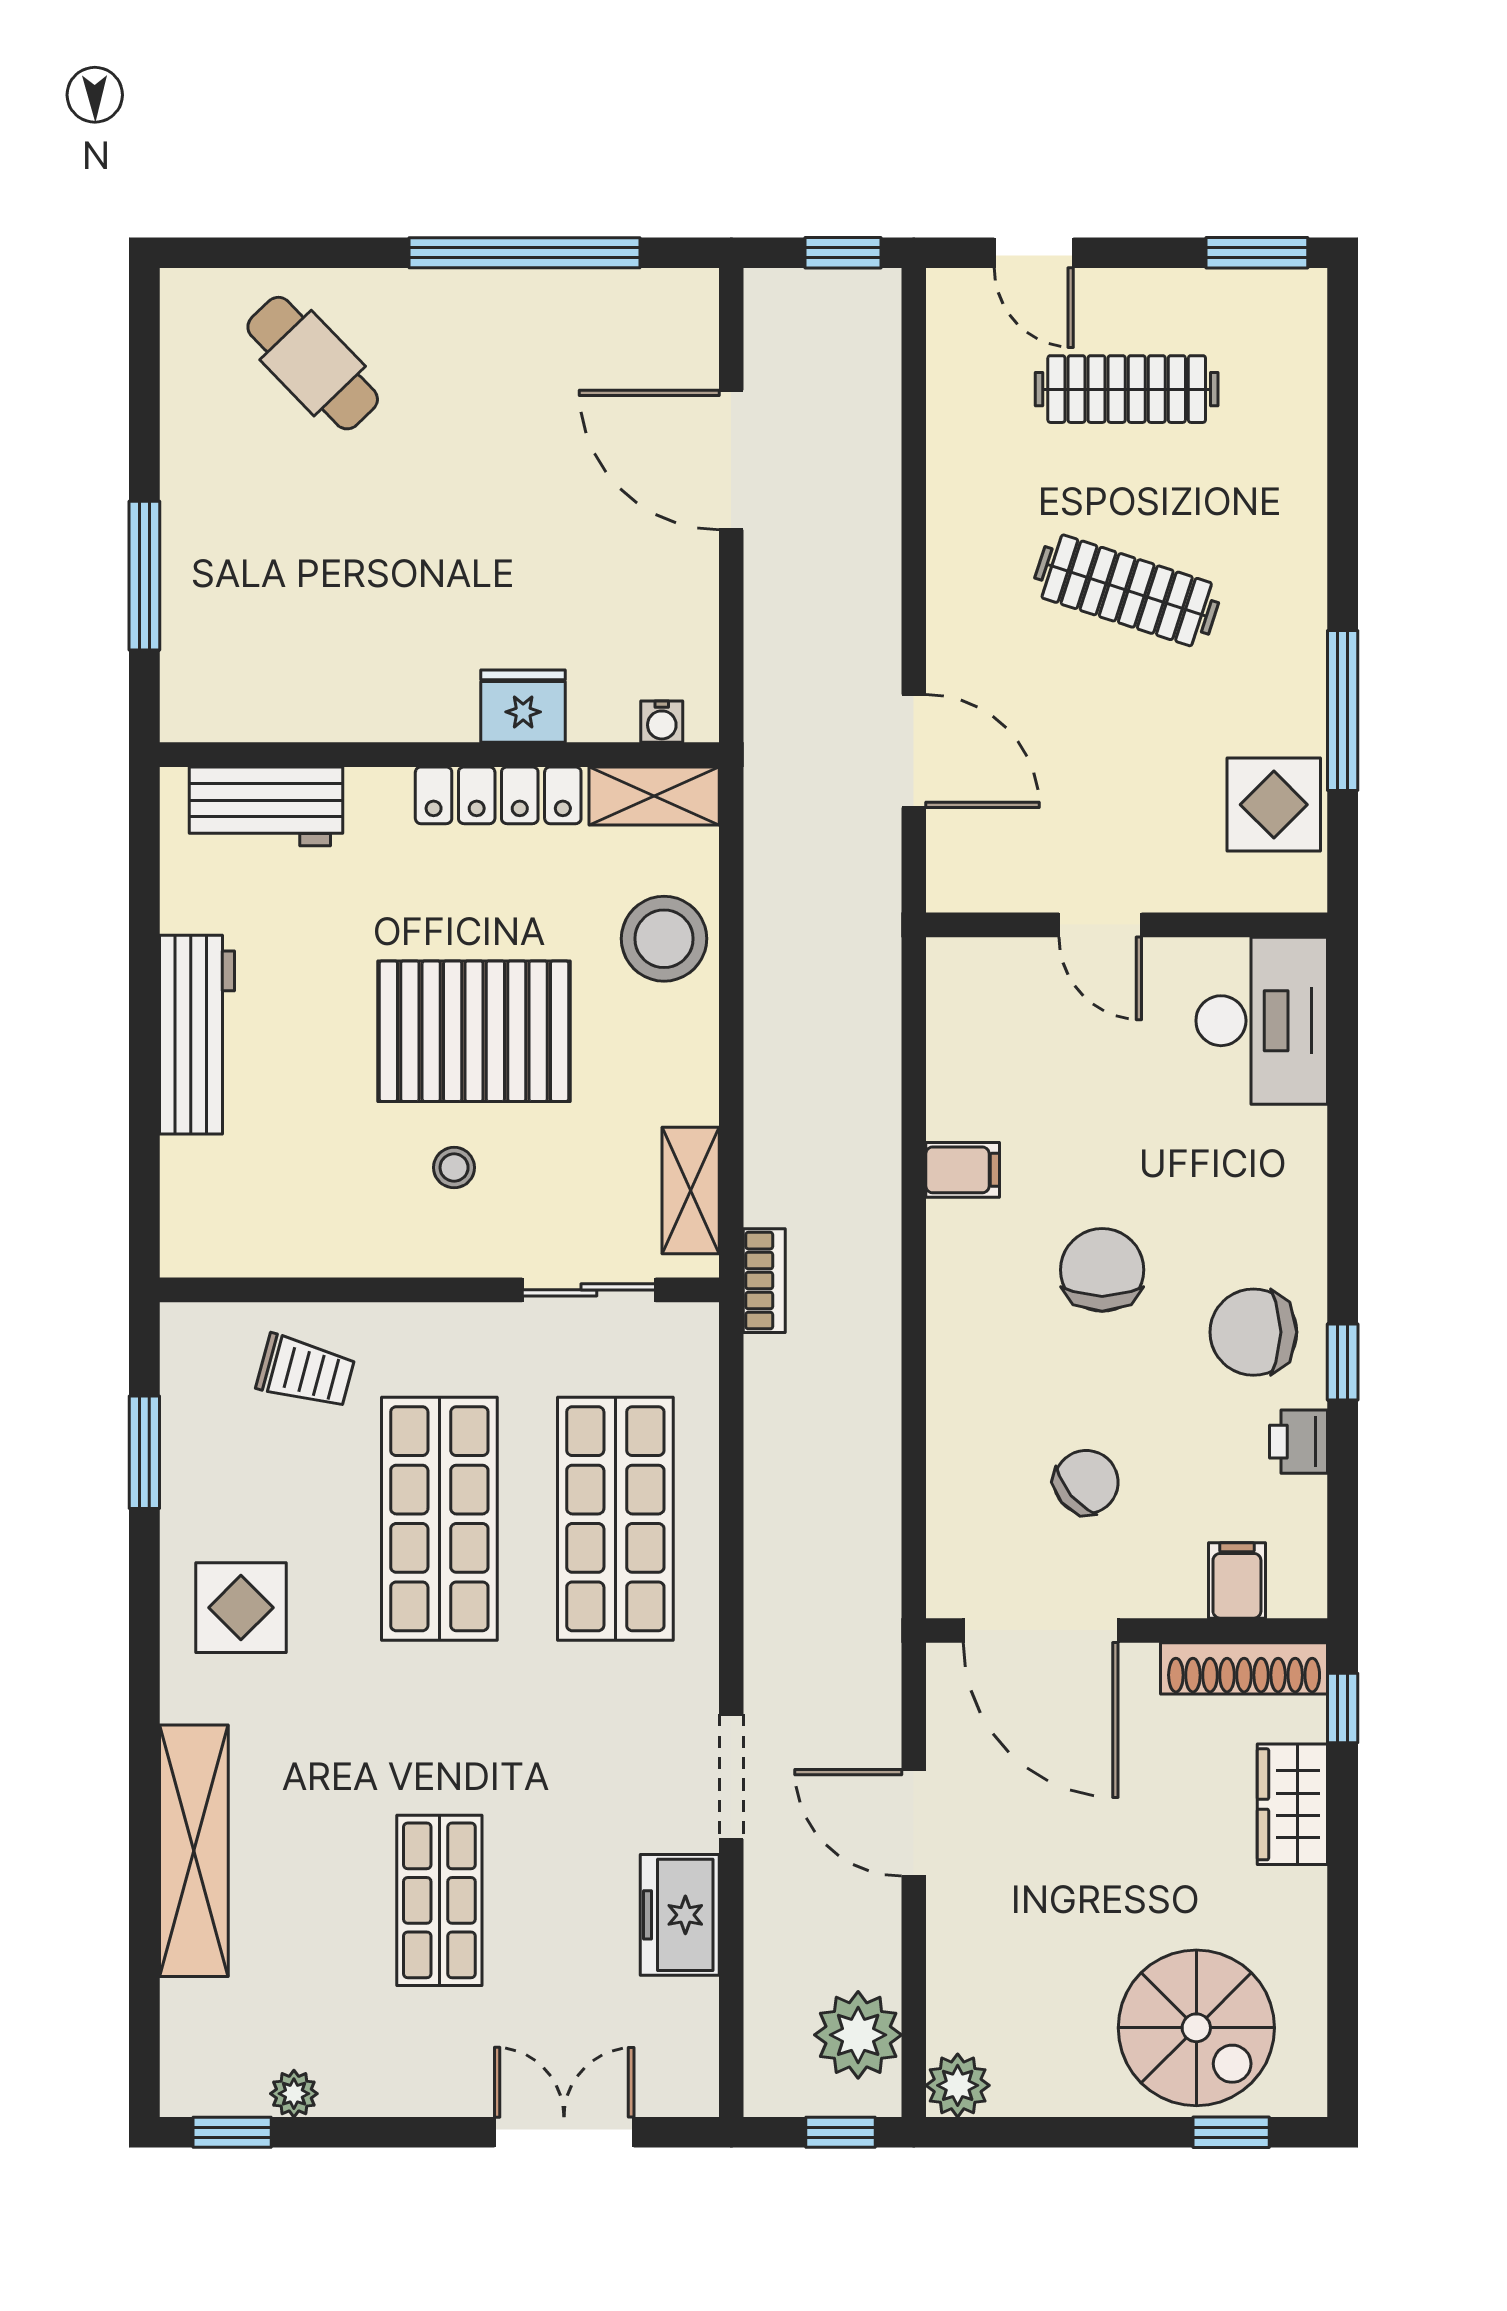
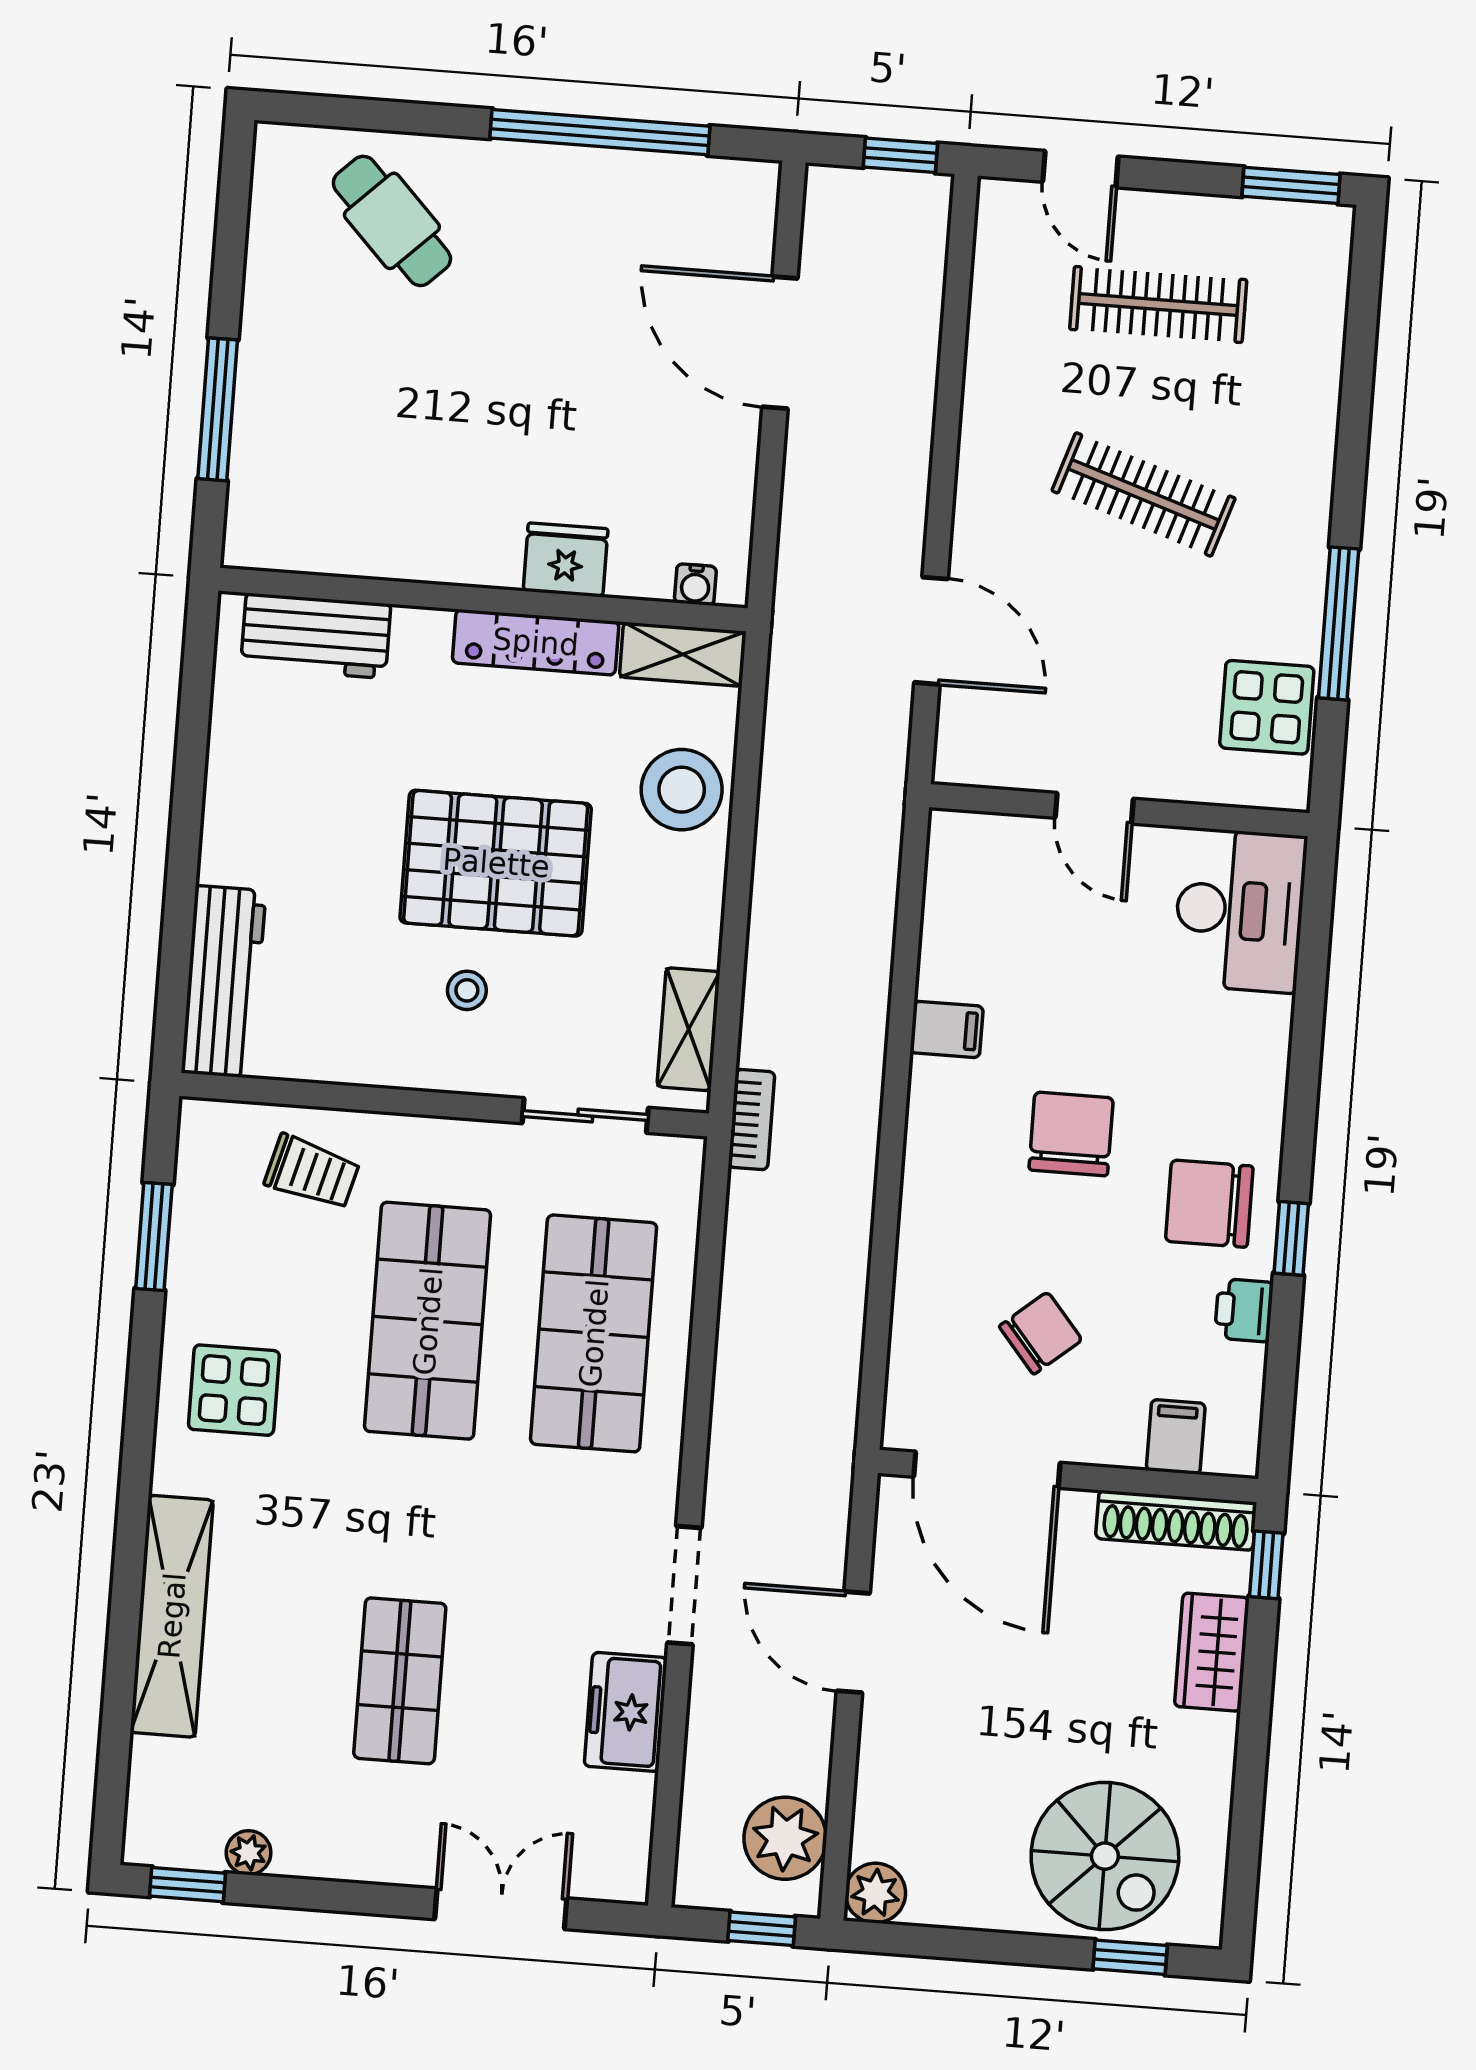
workbench: (197, 1035) -> (223, 982), moved

